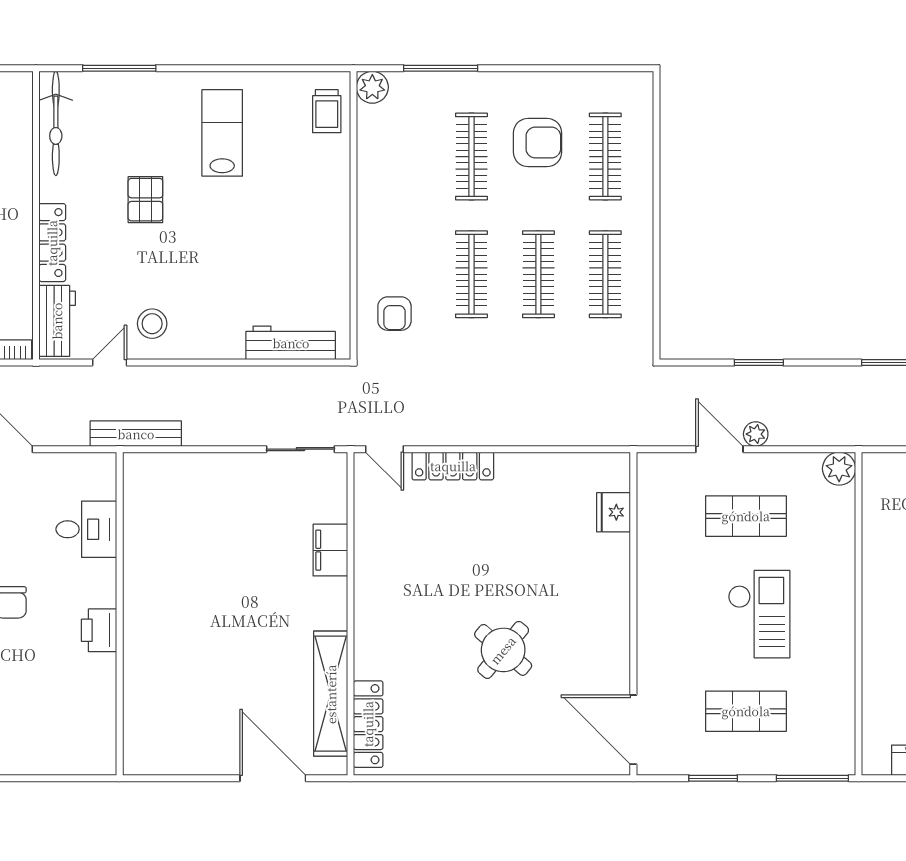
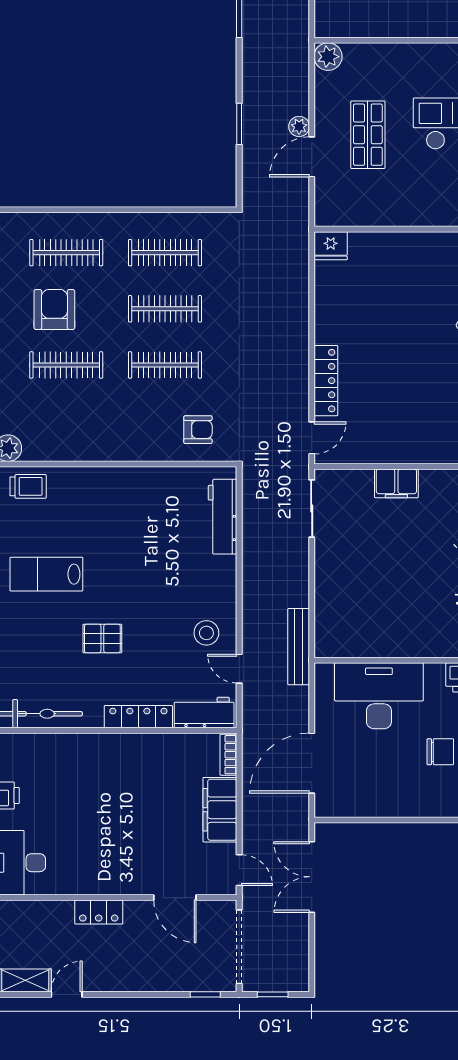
fridge: (614, 512) -> (331, 246), moved
desk: (86, 529) -> (379, 696), width x1.87, depth x1.30

